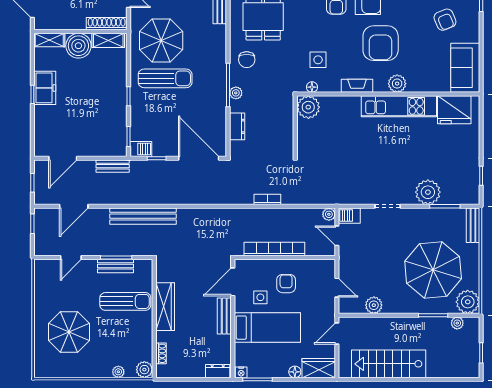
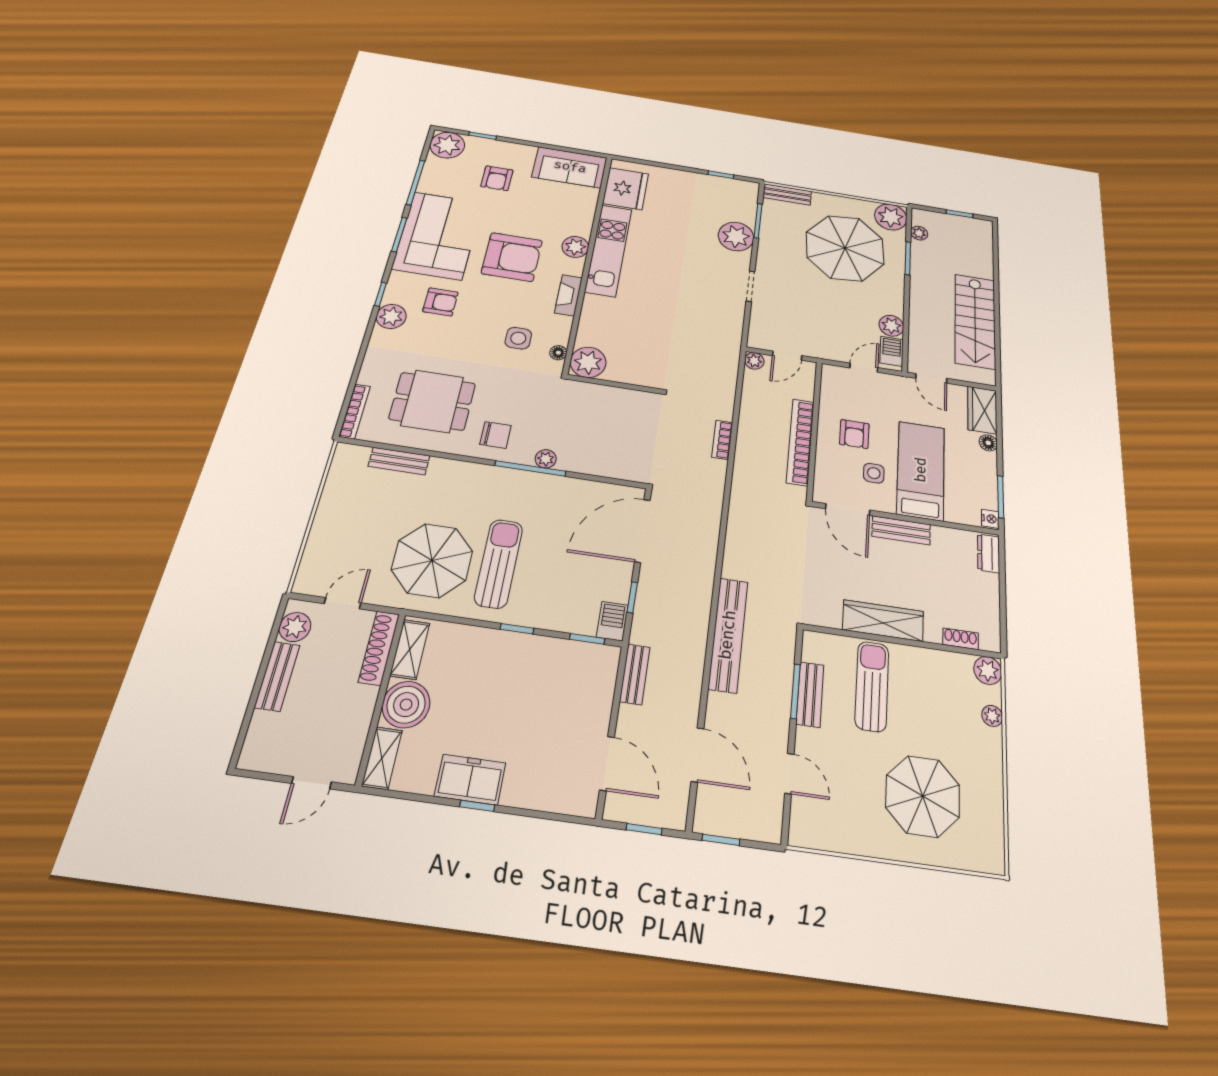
armchair: (445, 20) -> (497, 178), turned 113
dresser: (237, 126) -> (600, 465), removed
barbecue: (349, 216) -> (892, 351), moved, turned 180
armchair: (286, 284) -> (854, 434), turned -90

